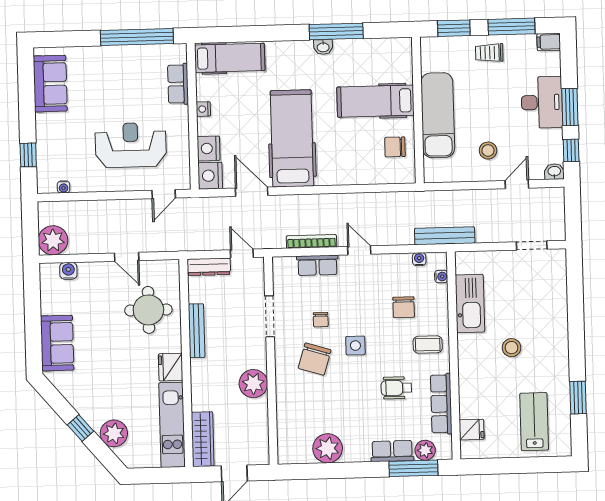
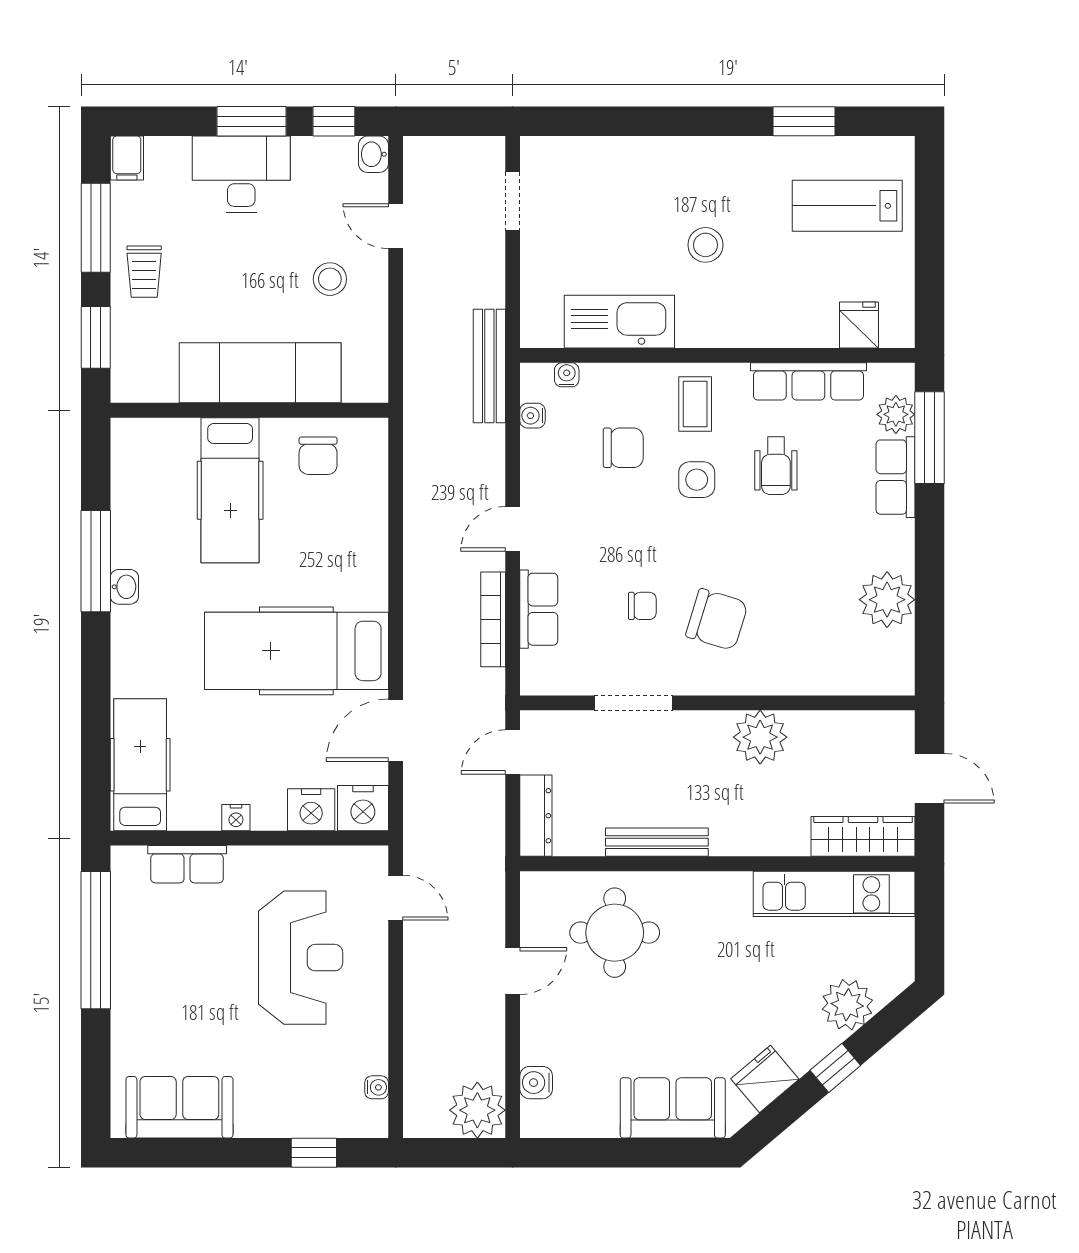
reception desk: (131, 145) -> (301, 958), turned 180
side table: (355, 346) -> (697, 480), moved
fridge: (171, 367) -> (765, 1079), moved, turned 140

